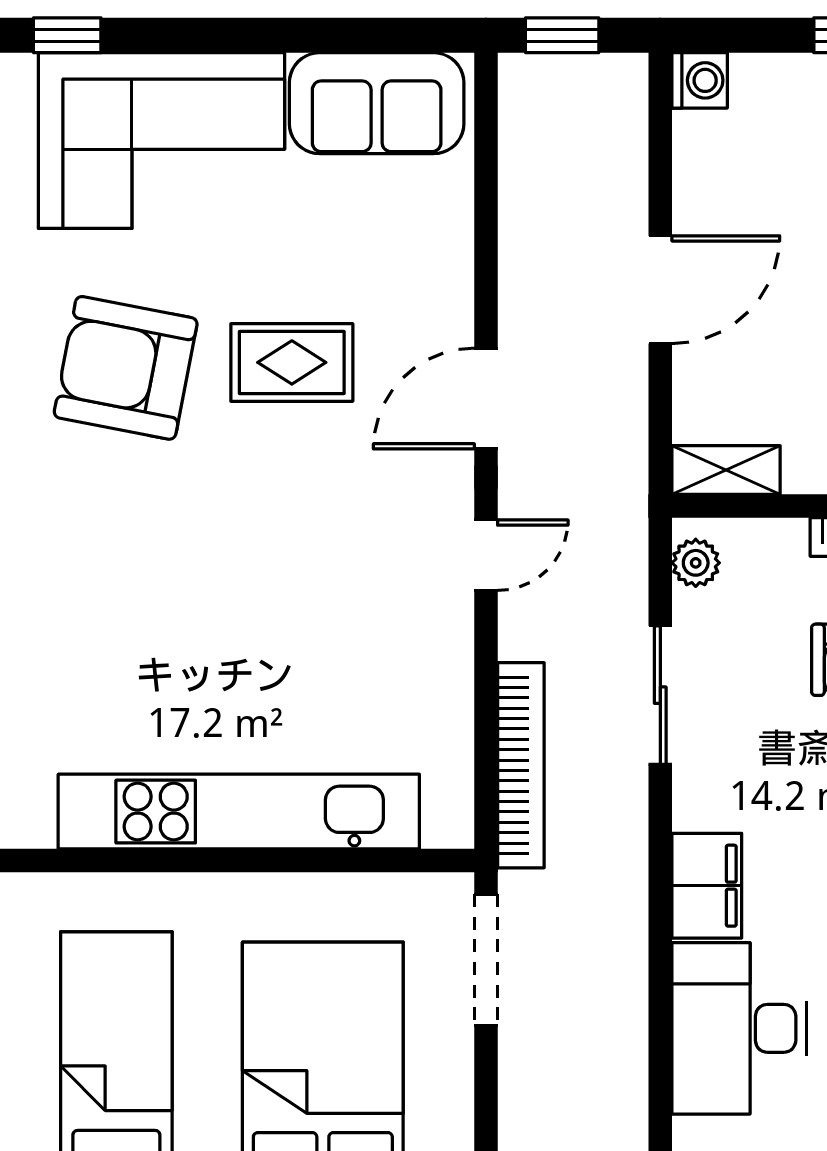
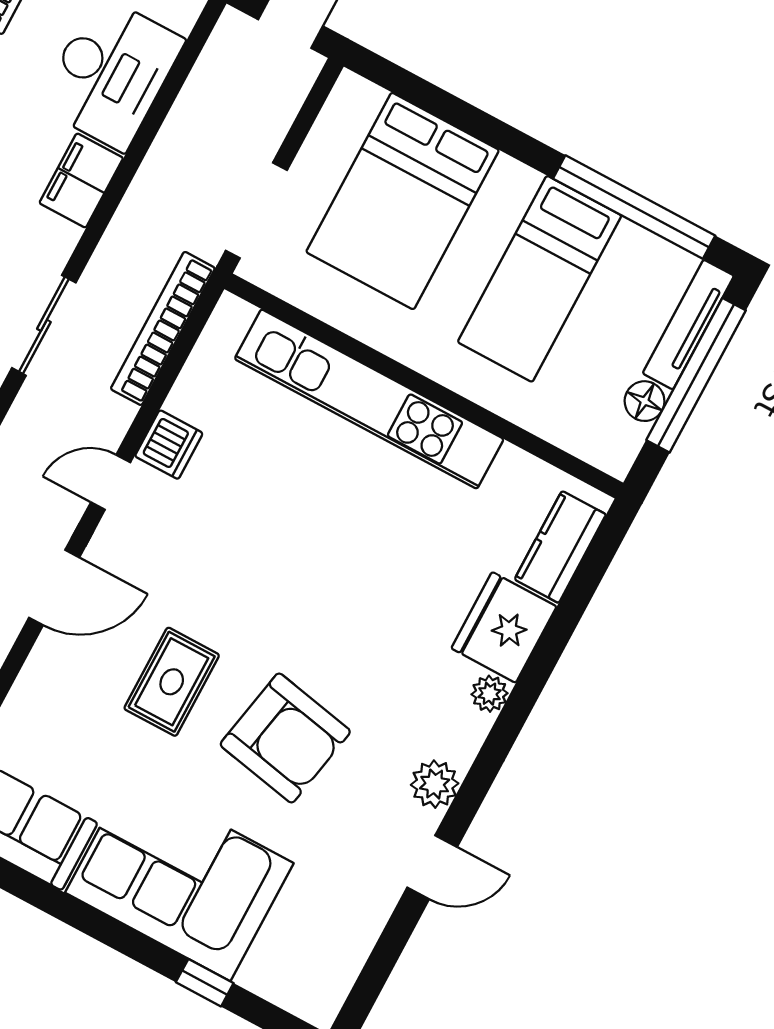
rug: (292, 362) -> (172, 682), turned 90
dishwasher: (442, 635) -> (169, 445), added

